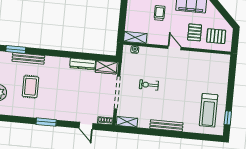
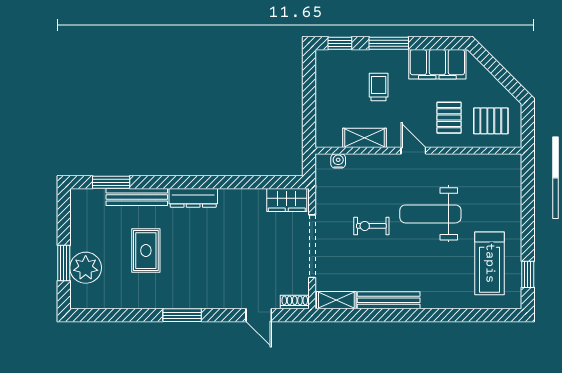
shelving: (135, 37) -> (364, 138), moved
dresser: (83, 64) -> (193, 198), moved
weight bench: (180, 82) -> (430, 214), added
bench: (166, 126) -> (389, 300), moved

